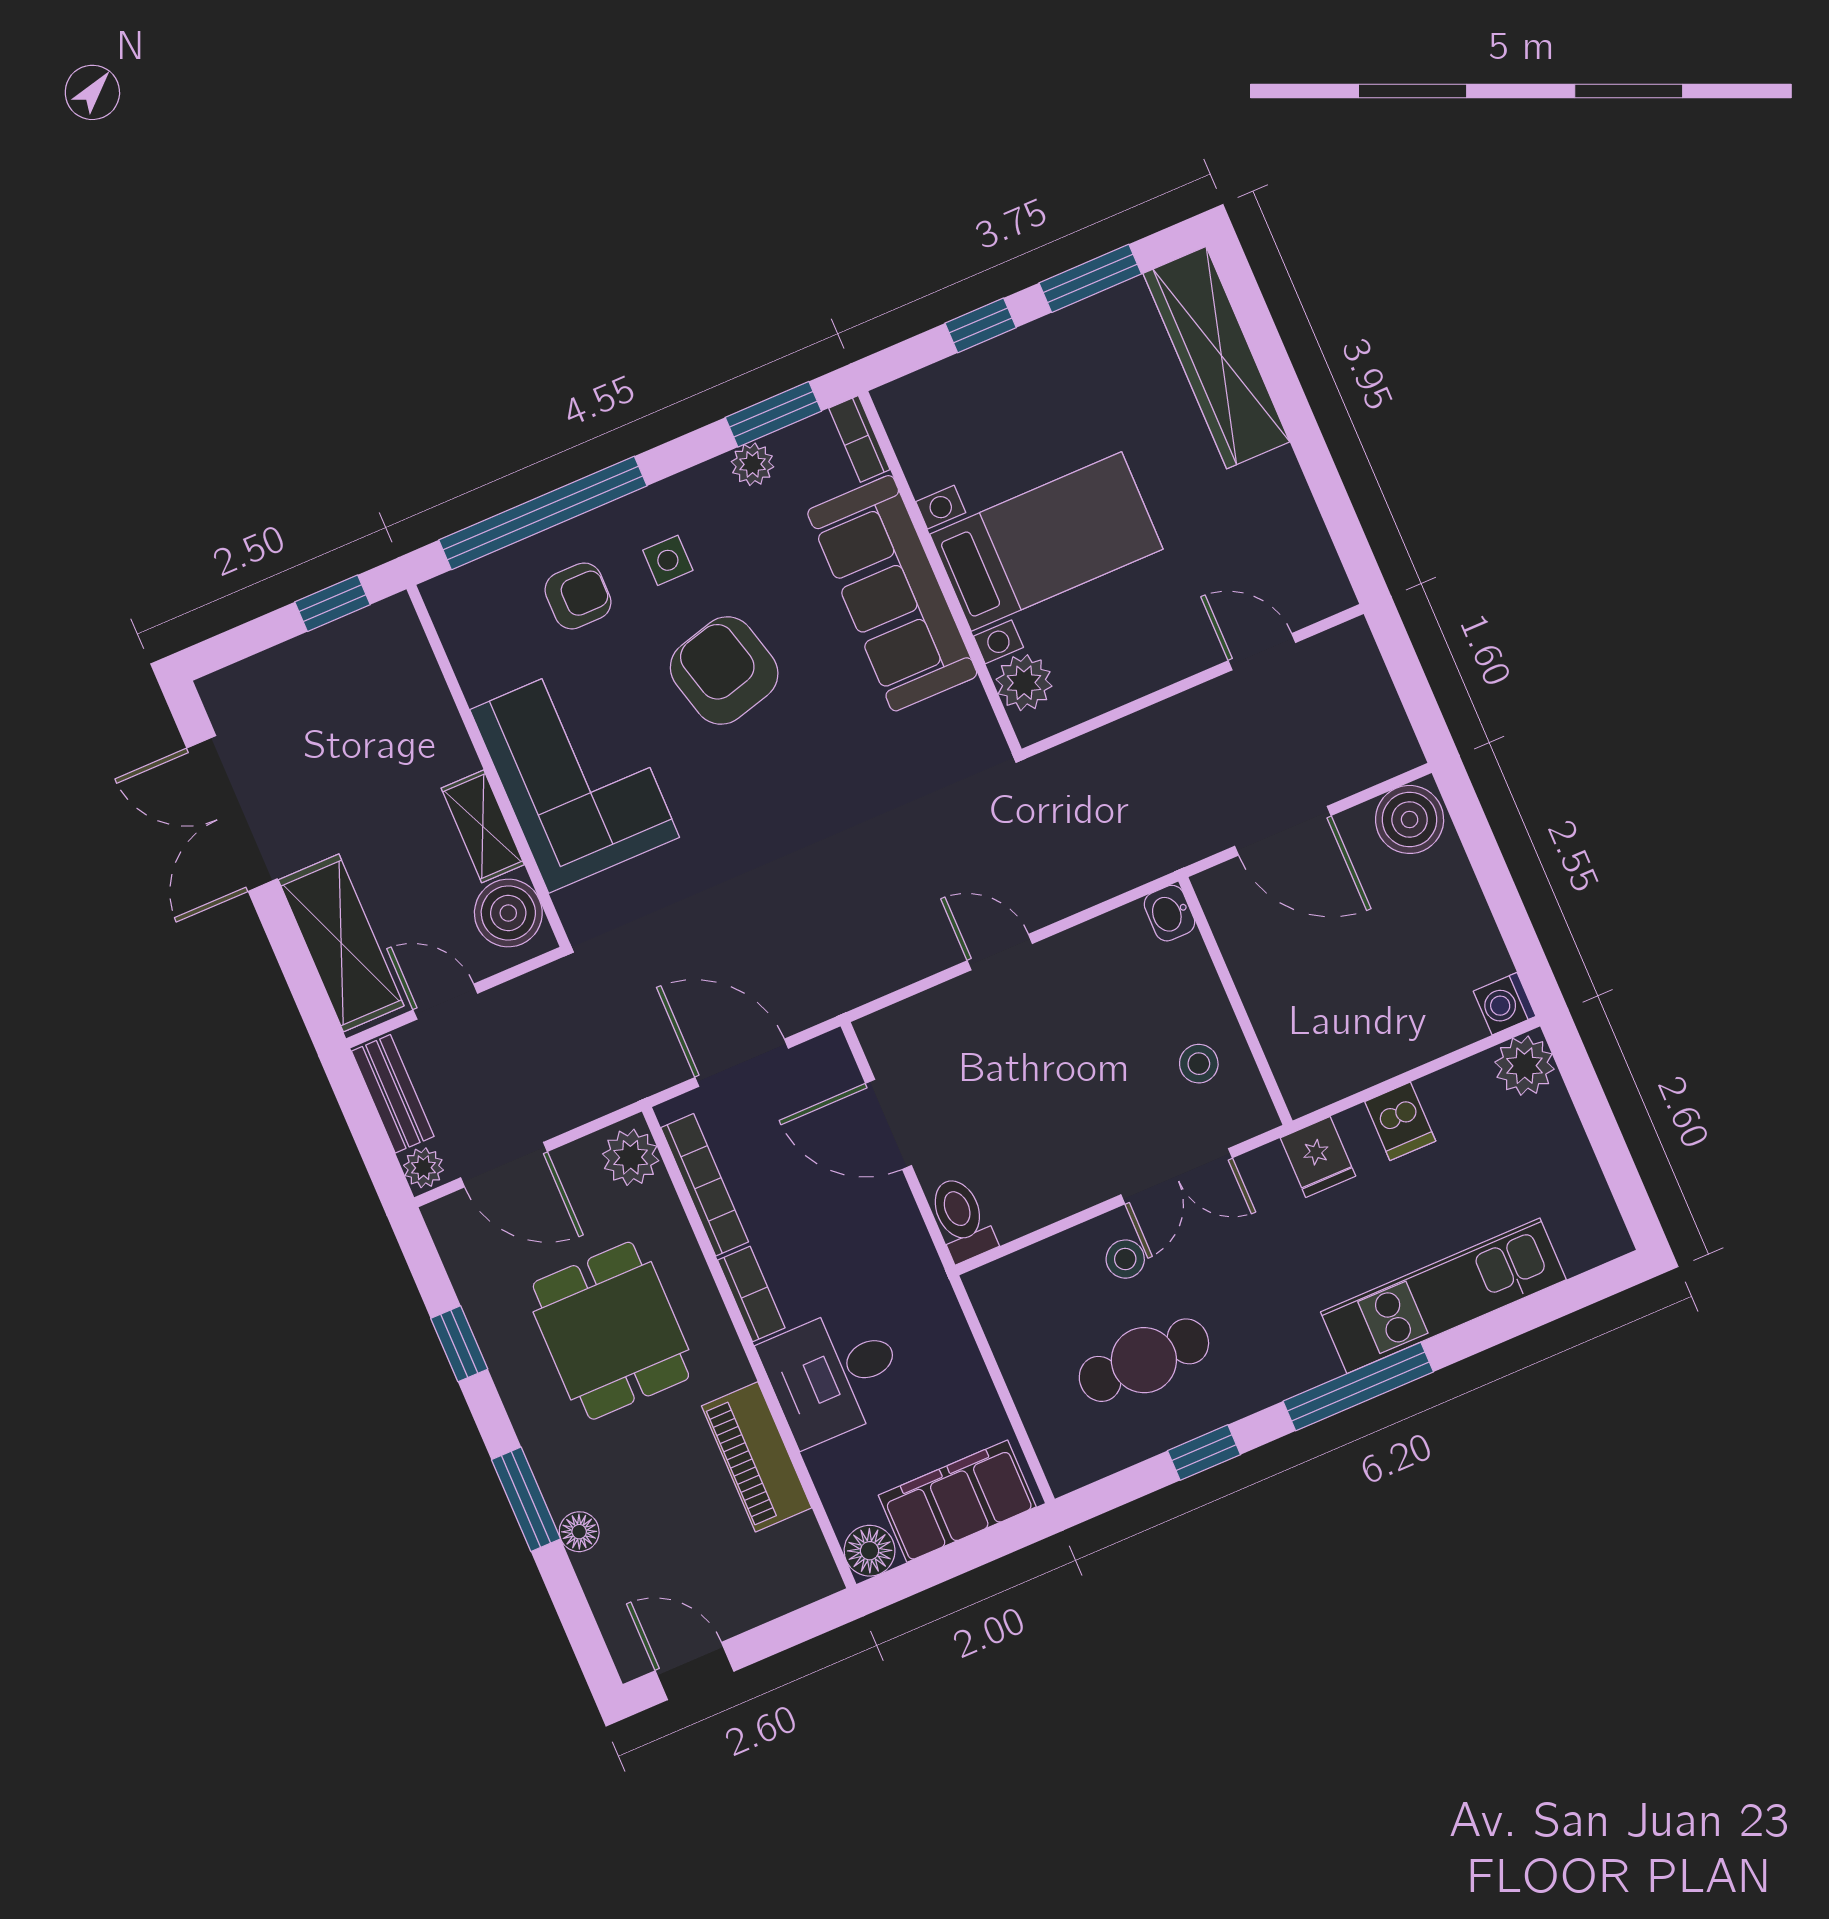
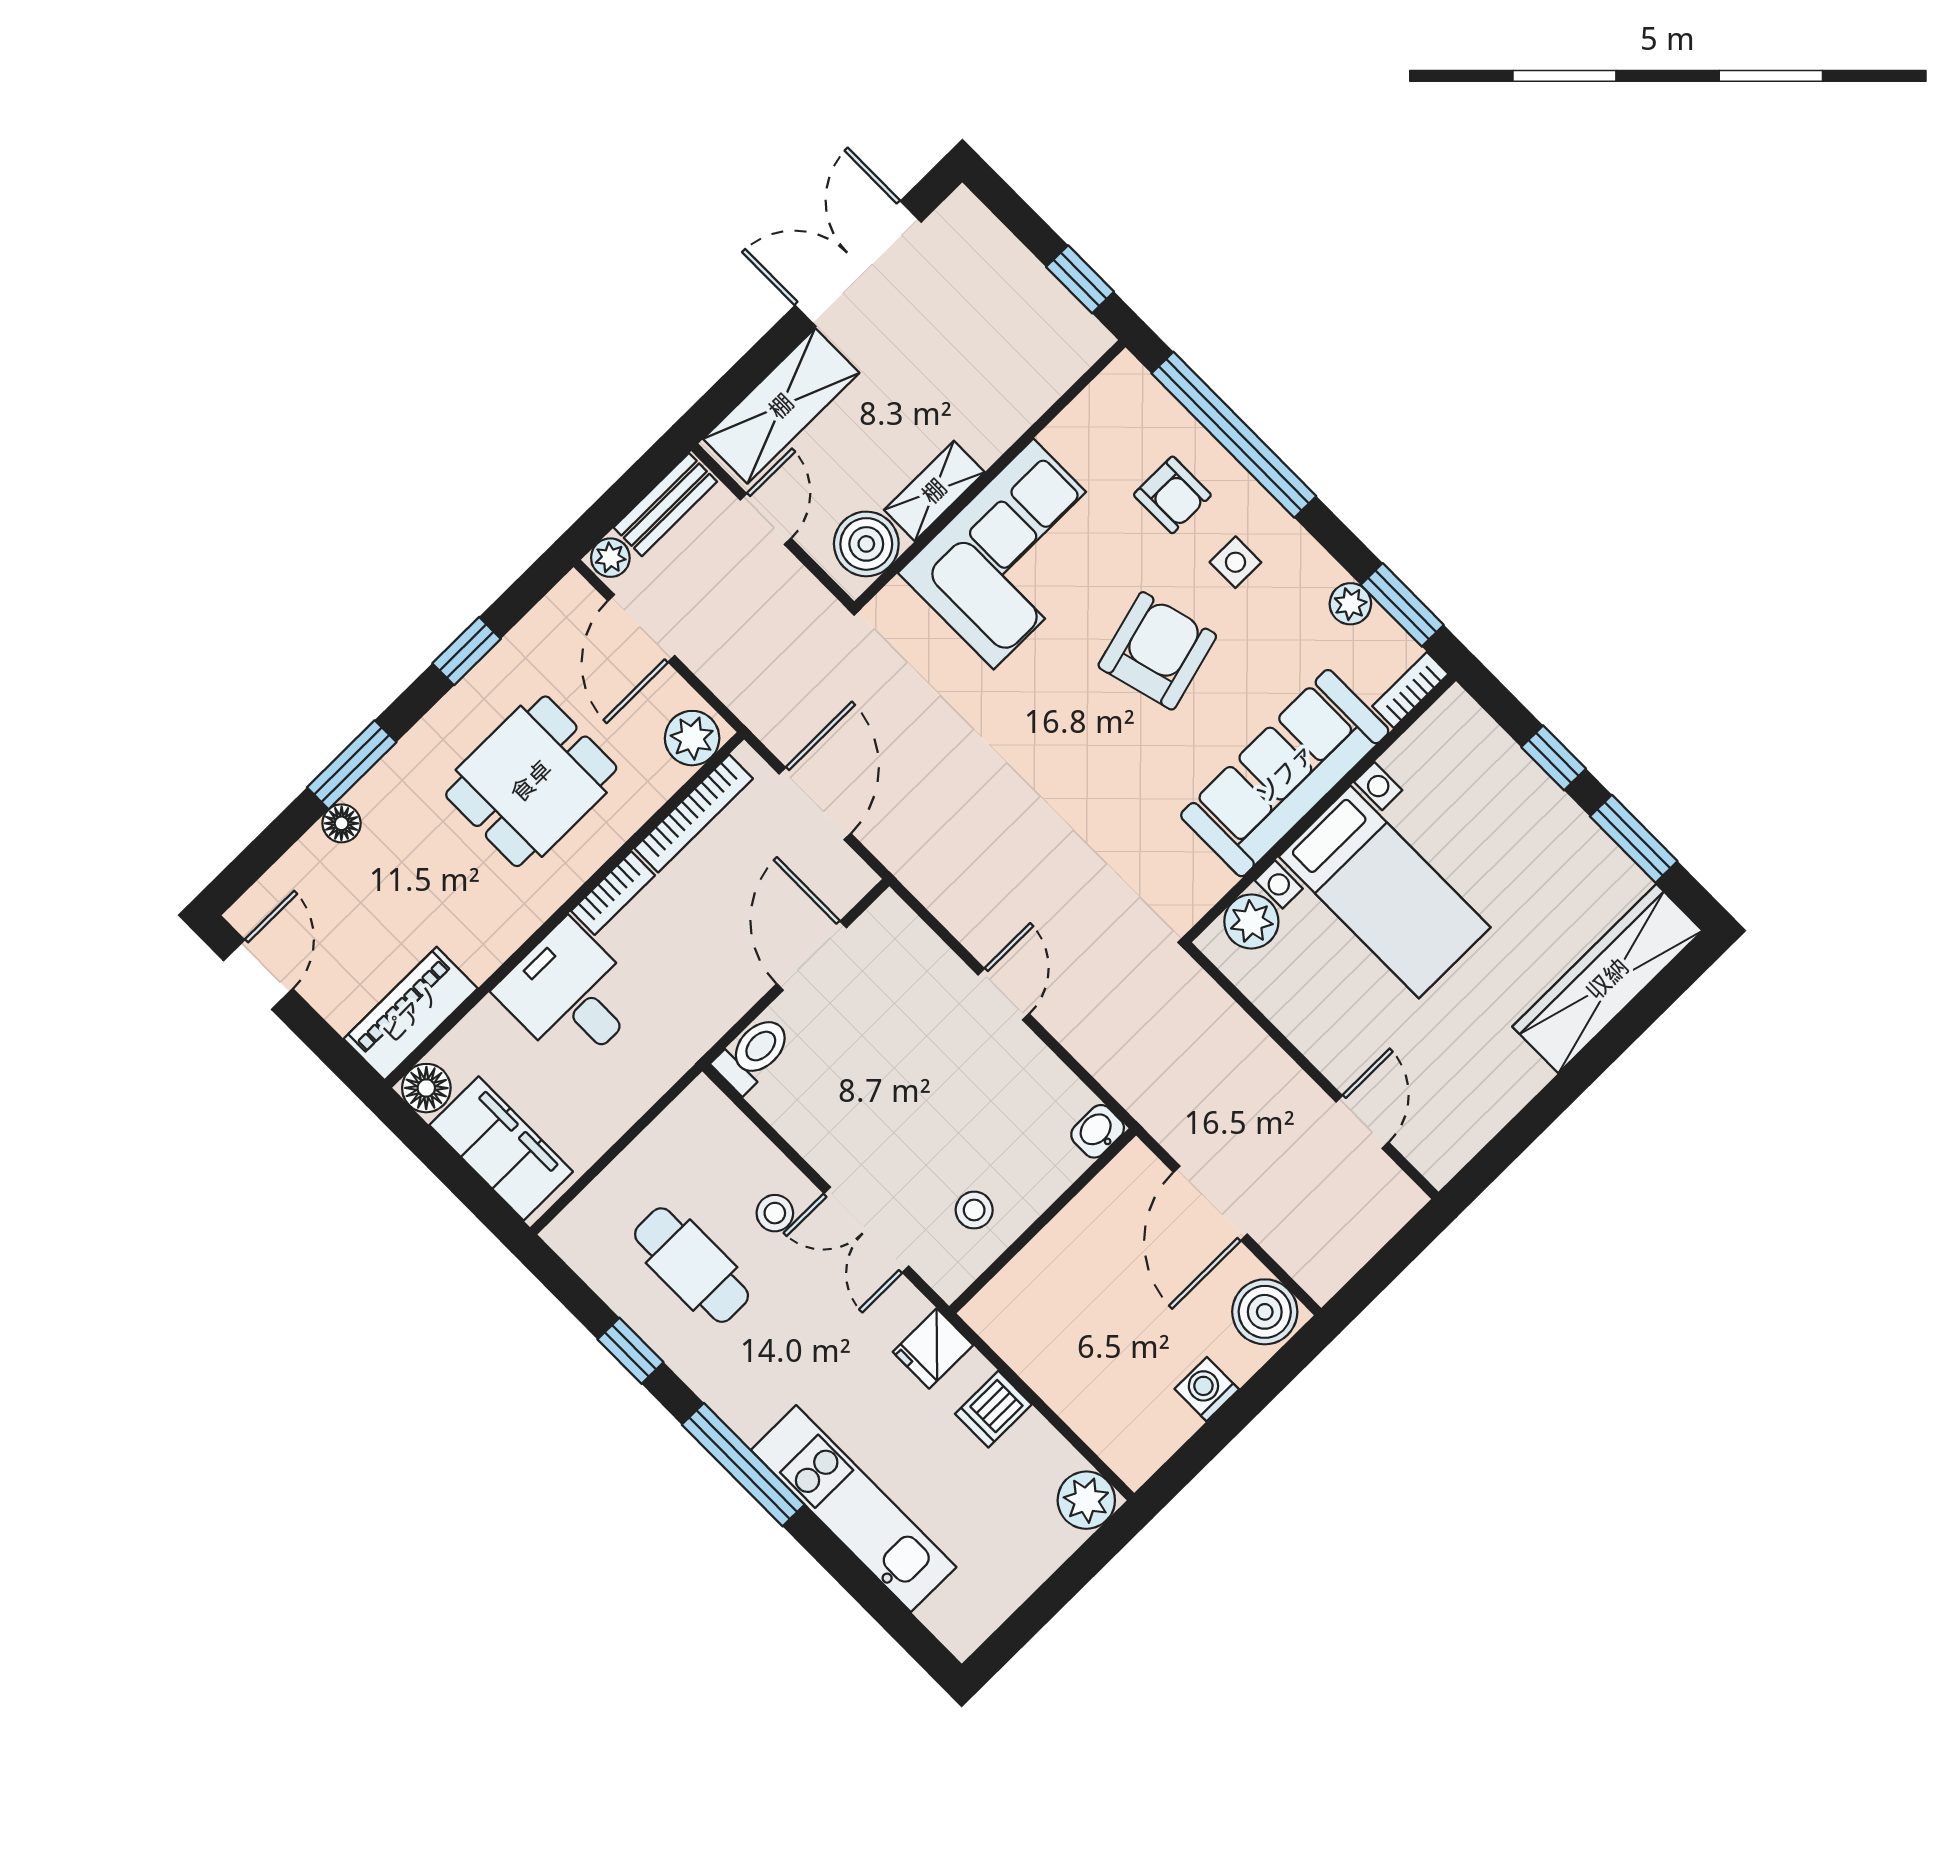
washing machine: (1505, 1004) -> (1207, 1389), moved
piano: (757, 1457) -> (411, 1014), moved

